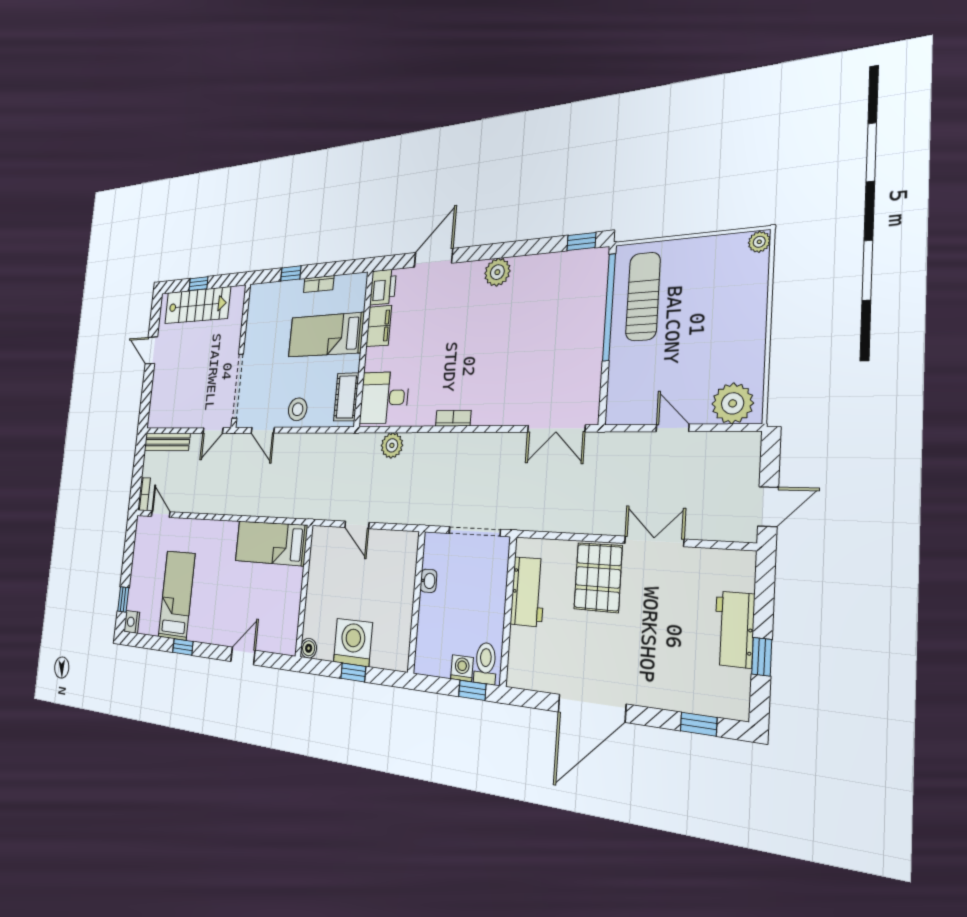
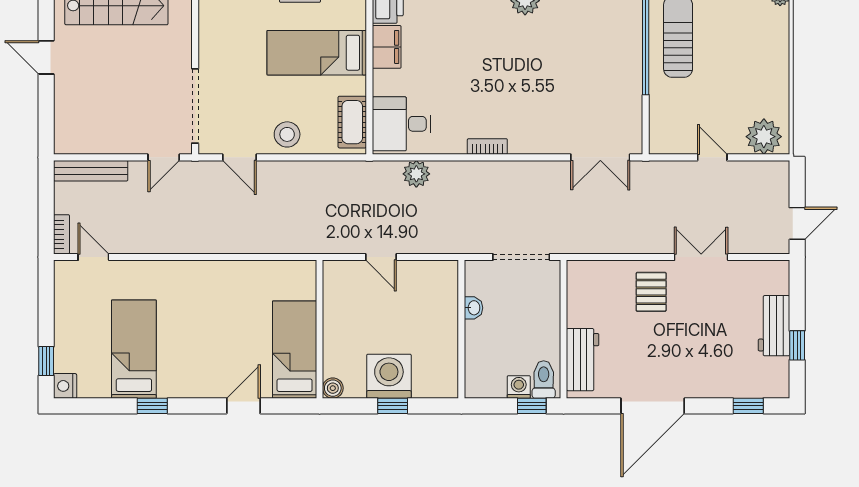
bed: (271, 543) -> (295, 350), moved, turned 90
pallet: (598, 577) -> (651, 292), width x0.67, depth x0.71
workbench: (528, 592) -> (583, 360), moved

